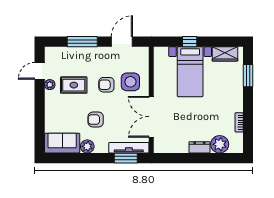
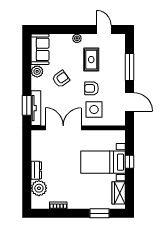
plant: (50, 85) -> (77, 38), moved
armchair: (106, 85) -> (91, 88), turned -90
armchair: (96, 120) -> (61, 79), turned 54

